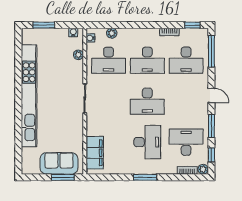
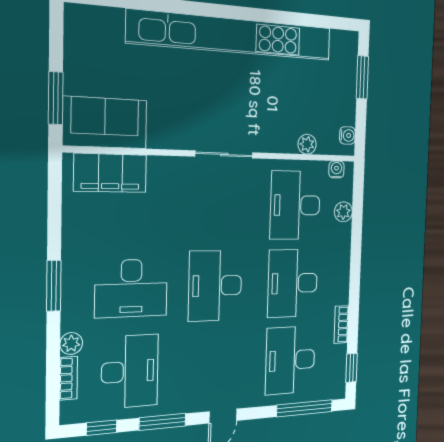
sofa: (59, 163) -> (105, 123), moved, turned -90
plant: (203, 169) -> (71, 344), moved

